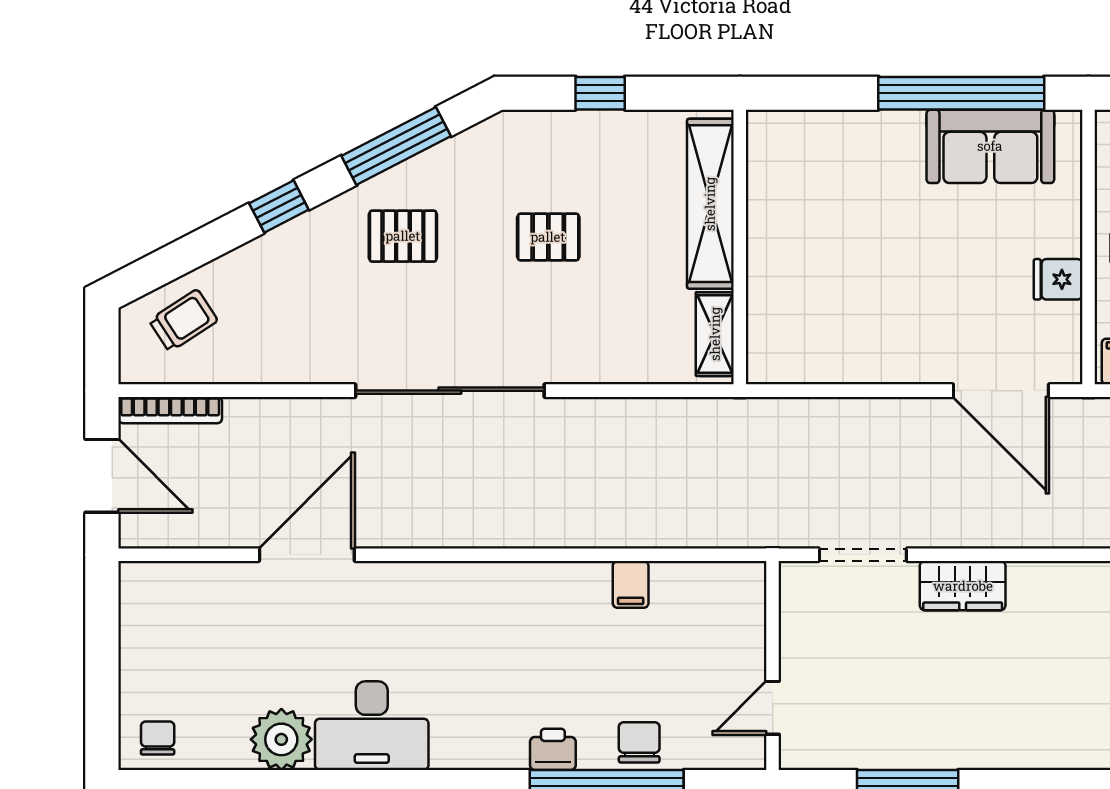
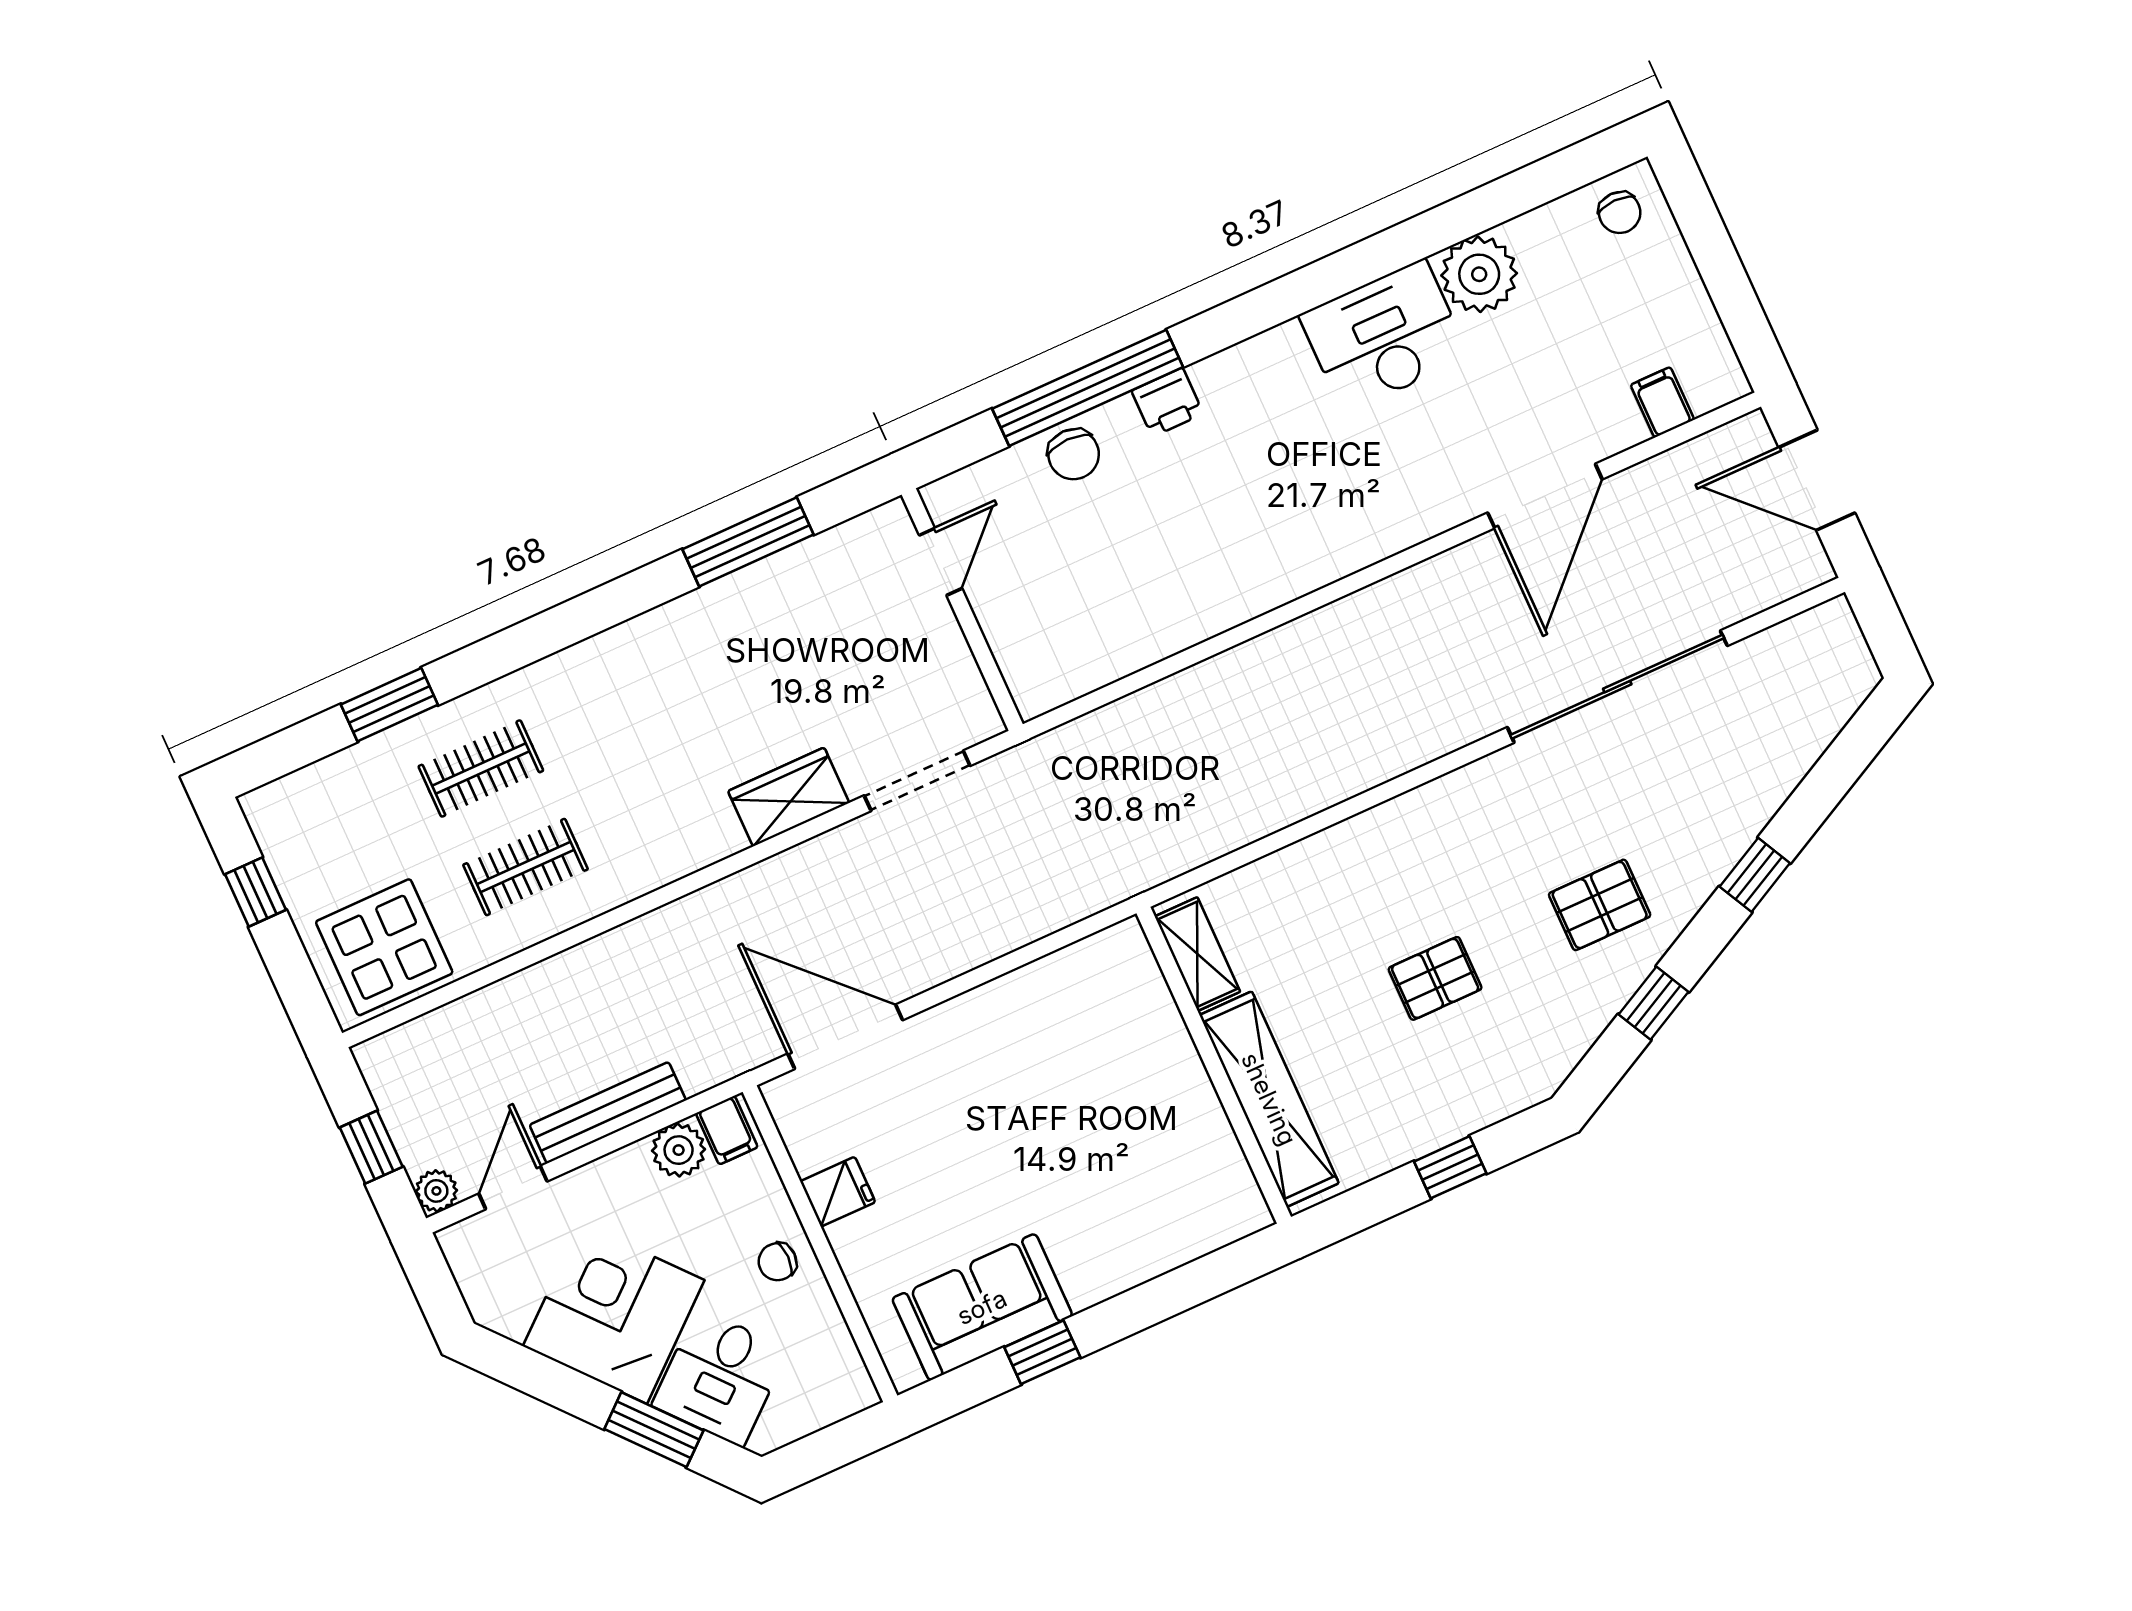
window: (961, 93) -> (1042, 1352), width x0.32
window: (396, 146) -> (1654, 1003), width x0.46
trolley: (183, 321) -> (1804, 697), removed
sliding door: (450, 391) -> (1617, 687), moved
bookcase: (170, 410) -> (1773, 589), removed
filing cabinet: (631, 584) -> (1662, 402), moved

